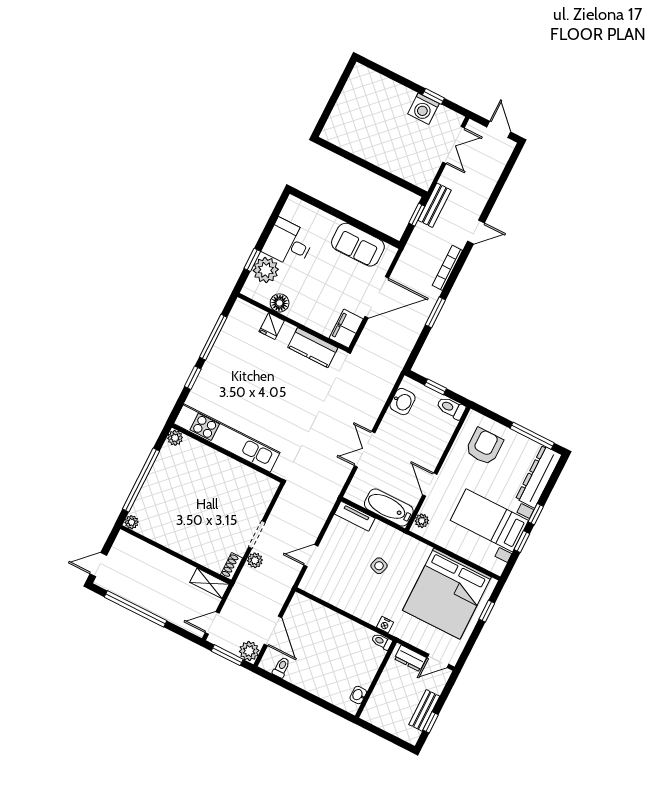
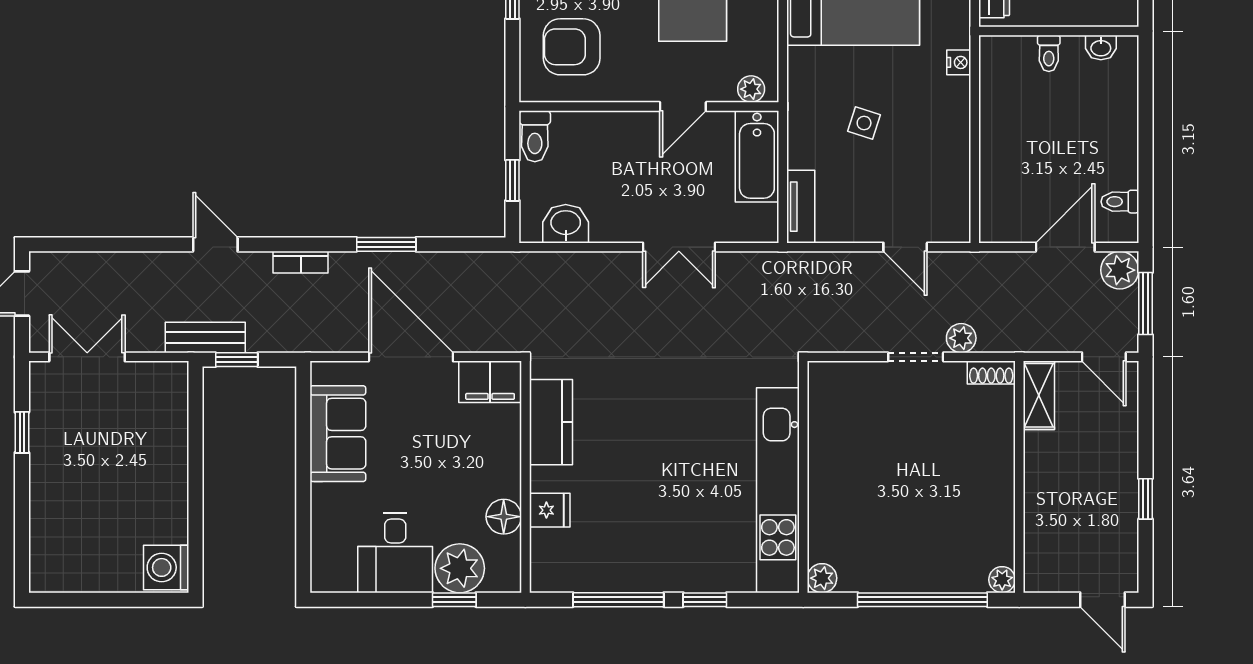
washing machine: (423, 109) -> (166, 567), moved, turned 180
bookcase: (447, 268) -> (301, 262), width x0.64
window: (136, 609) -> (1146, 499), width x0.32
toilet: (382, 642) -> (1049, 53), moved

